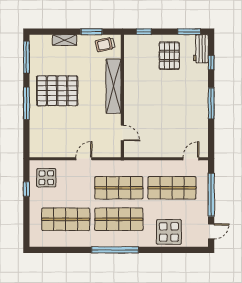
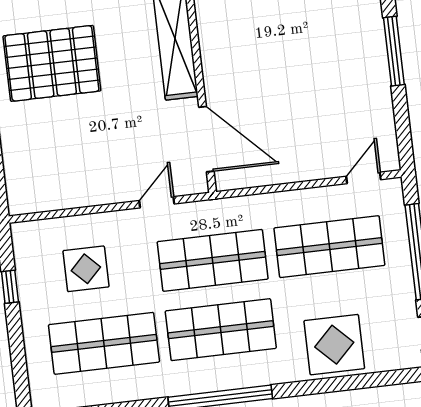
door: (122, 133) -> (206, 139), width x1.88
door: (84, 159) -> (157, 202), moved
display table: (46, 178) -> (86, 269), moved

